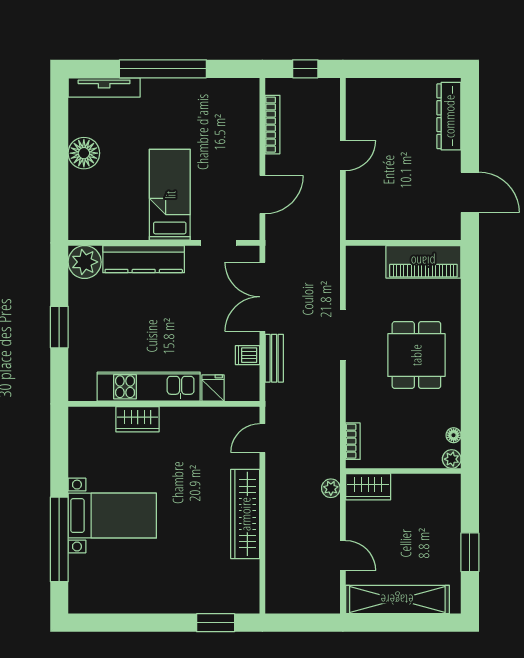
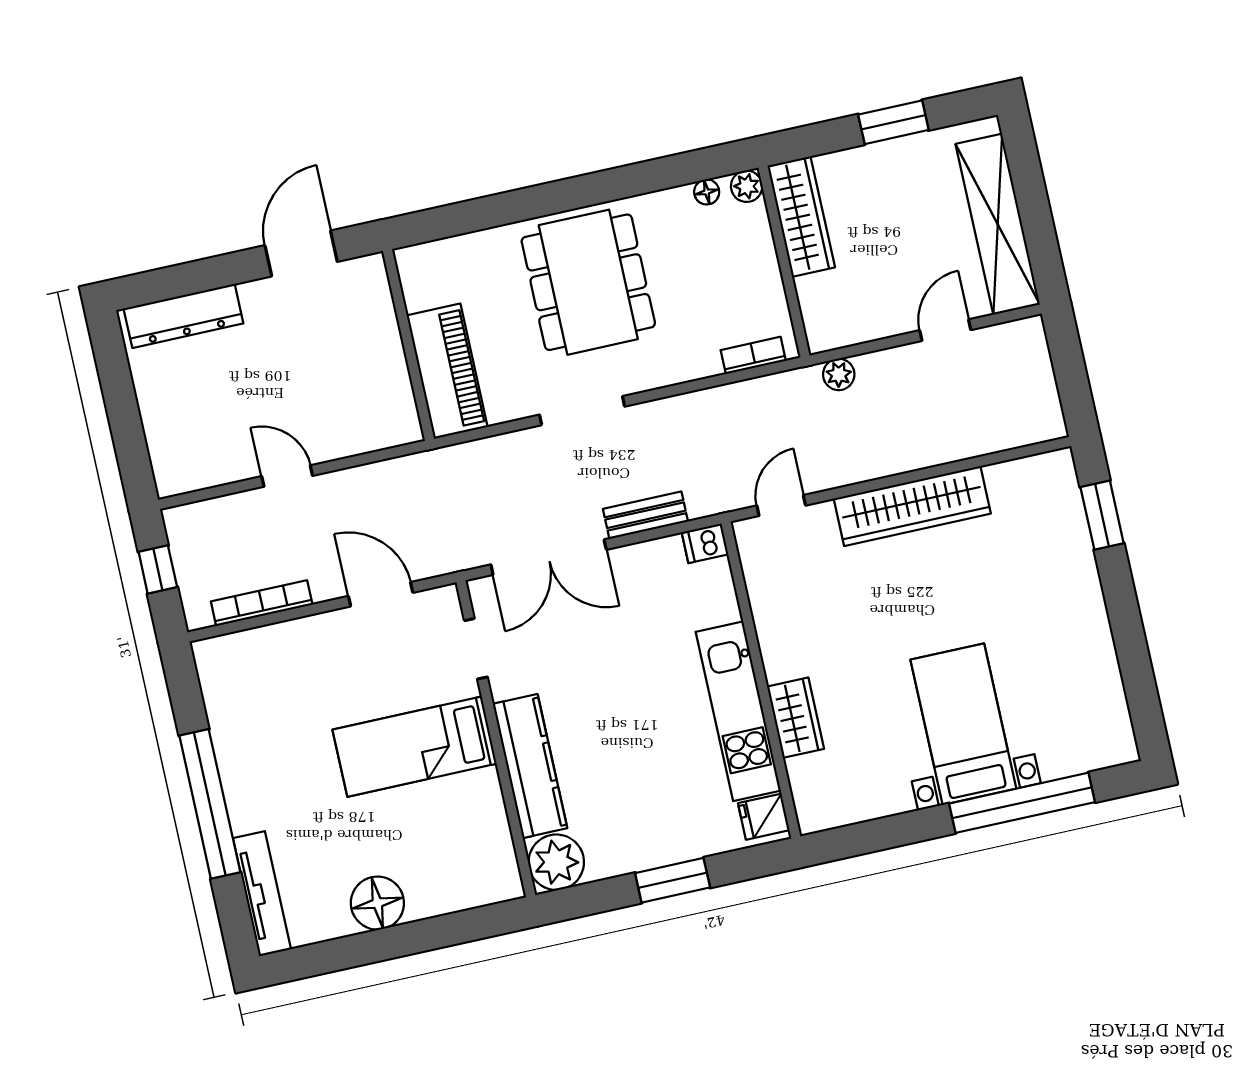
piano: (423, 262) -> (447, 371), moved
dishwasher: (247, 355) -> (705, 543), moved, turned 90
dining table: (416, 355) -> (588, 282), width x1.38
fridge: (213, 388) -> (764, 817), moved
door: (262, 438) -> (781, 506), swing flipped
wardrobe: (368, 487) -> (801, 217), moved, width x1.50

